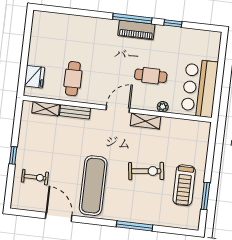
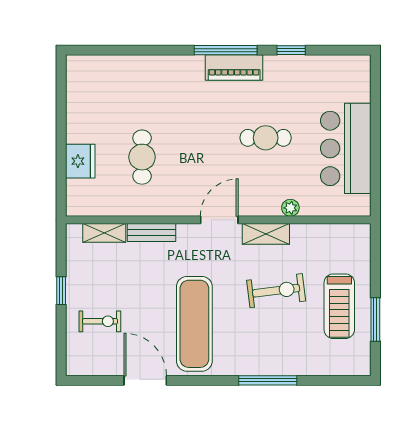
plant: (163, 107) -> (290, 208), moved
shelving: (46, 109) -> (104, 233), moved
wall: (117, 109) -> (218, 220), moved
door: (118, 109) -> (219, 220), moved
bench: (75, 112) -> (152, 232), moved
shelving: (146, 121) -> (266, 234), moved

